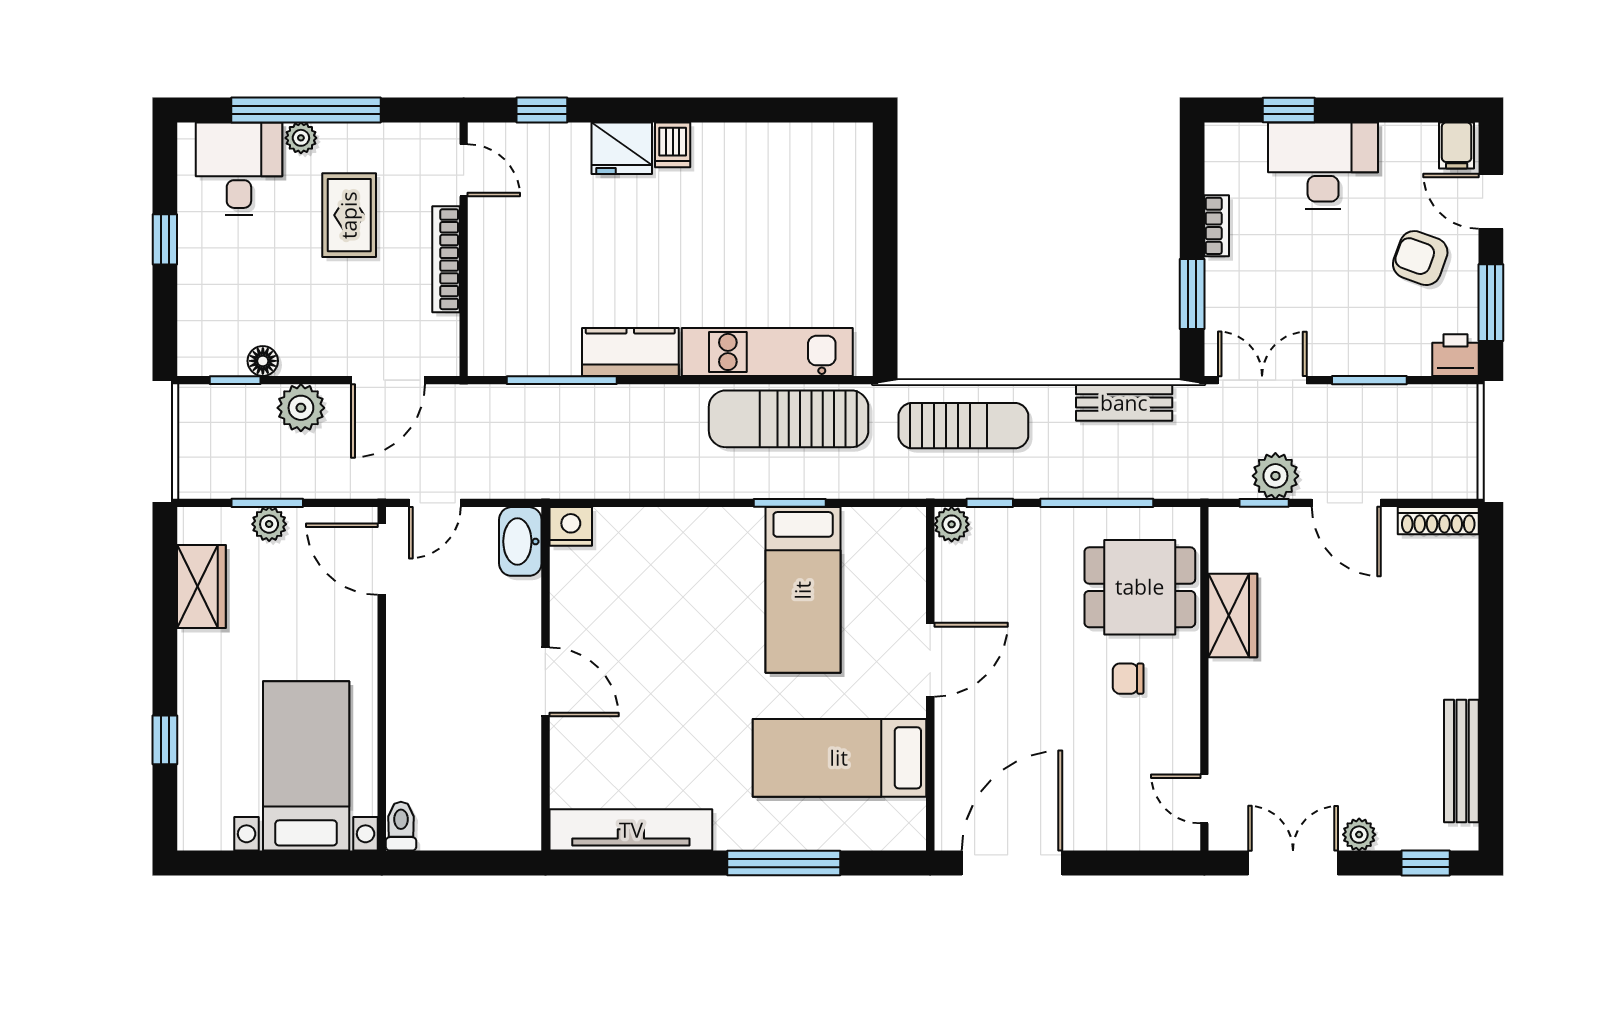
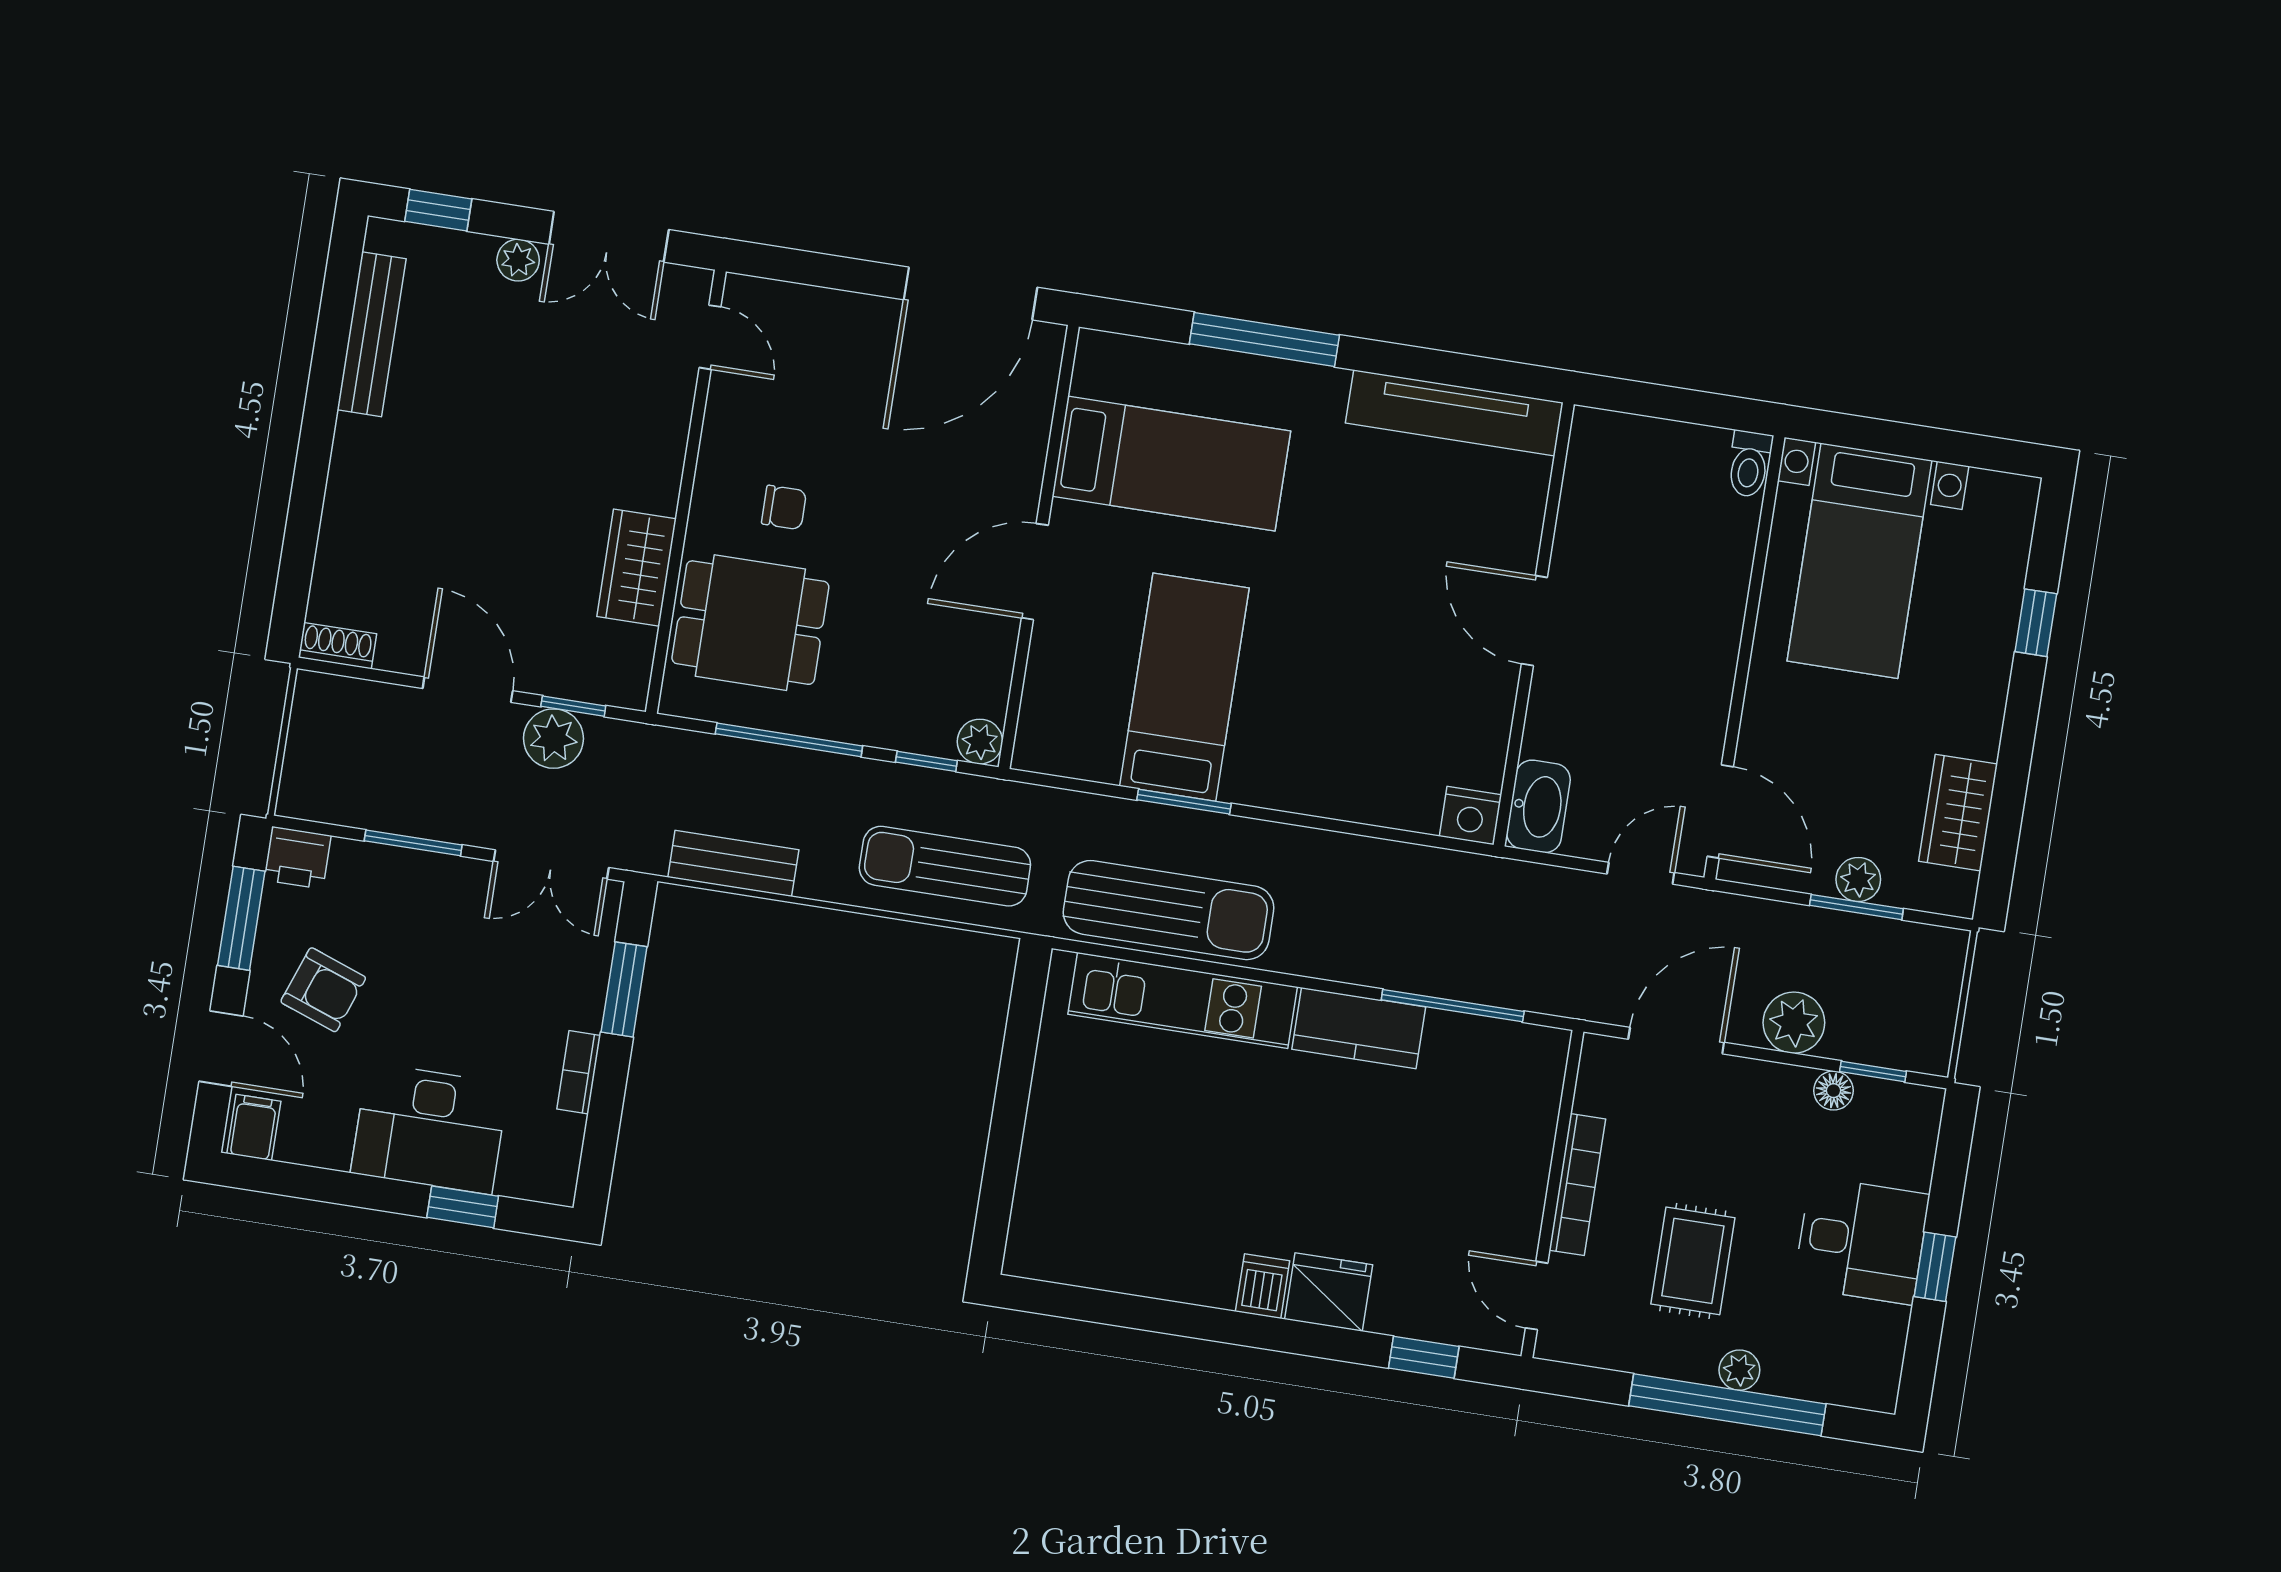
desk: (239, 169) -> (1861, 1241), moved, turned -90
shoe rack: (1438, 521) -> (337, 646), width x0.70

